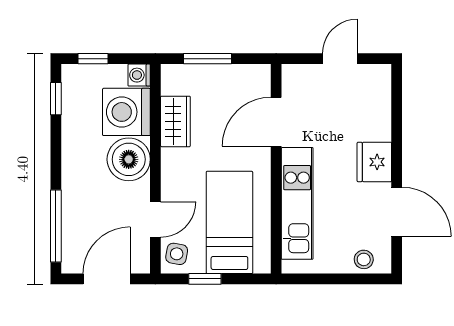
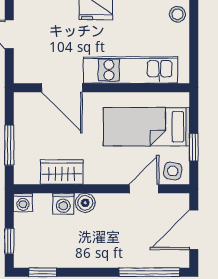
washing machine: (126, 112) -> (63, 204), width x0.53, depth x0.53
boiler: (129, 159) -> (85, 203), width x0.54, depth x0.54
door: (155, 220) -> (144, 189), hinge flipped
door: (107, 279) -> (194, 230), hinge flipped

